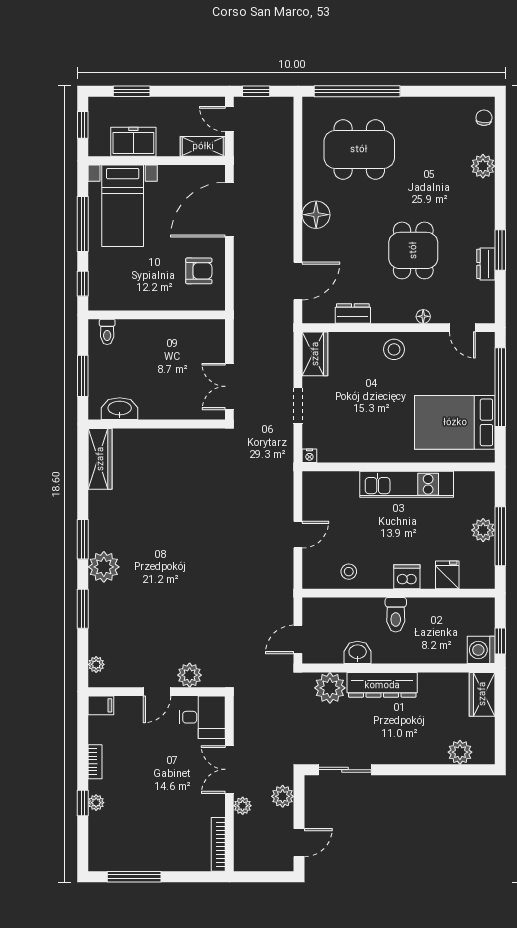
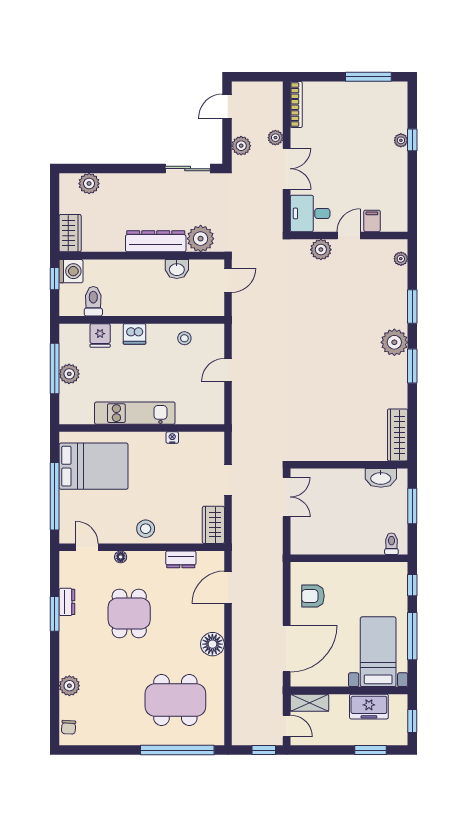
nightstand: (309, 456) -> (172, 438), moved
toilet: (396, 615) -> (93, 301), moved
filing cabinet: (101, 705) -> (372, 221), moved, turned 90
bookcase: (95, 762) -> (402, 175), removed

